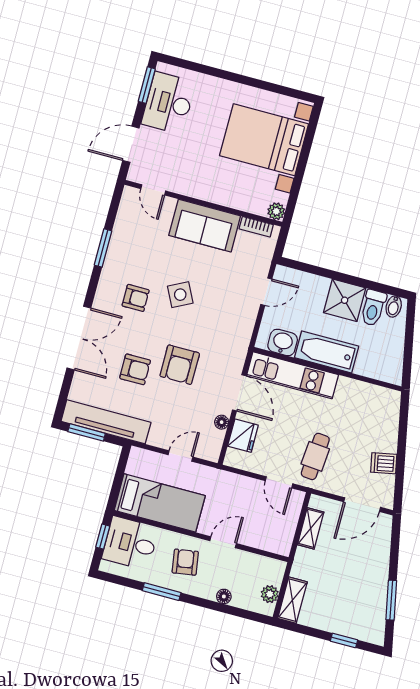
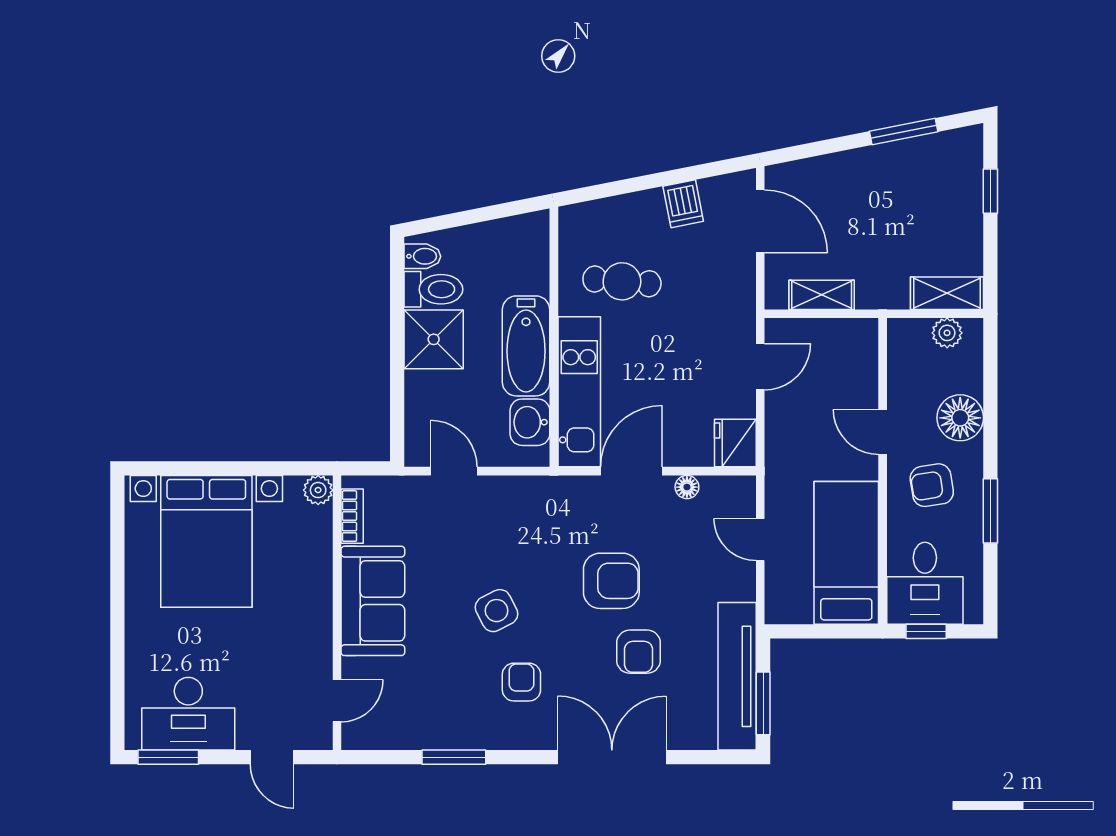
door: (131, 144) -> (272, 757), width x0.73
armchair: (135, 369) -> (638, 652), turned 180
fridge: (243, 436) -> (735, 443), moved, turned -90
cafe table: (315, 456) -> (622, 281), moved
floor lamp: (224, 596) -> (960, 418), width x1.89, depth x1.89

